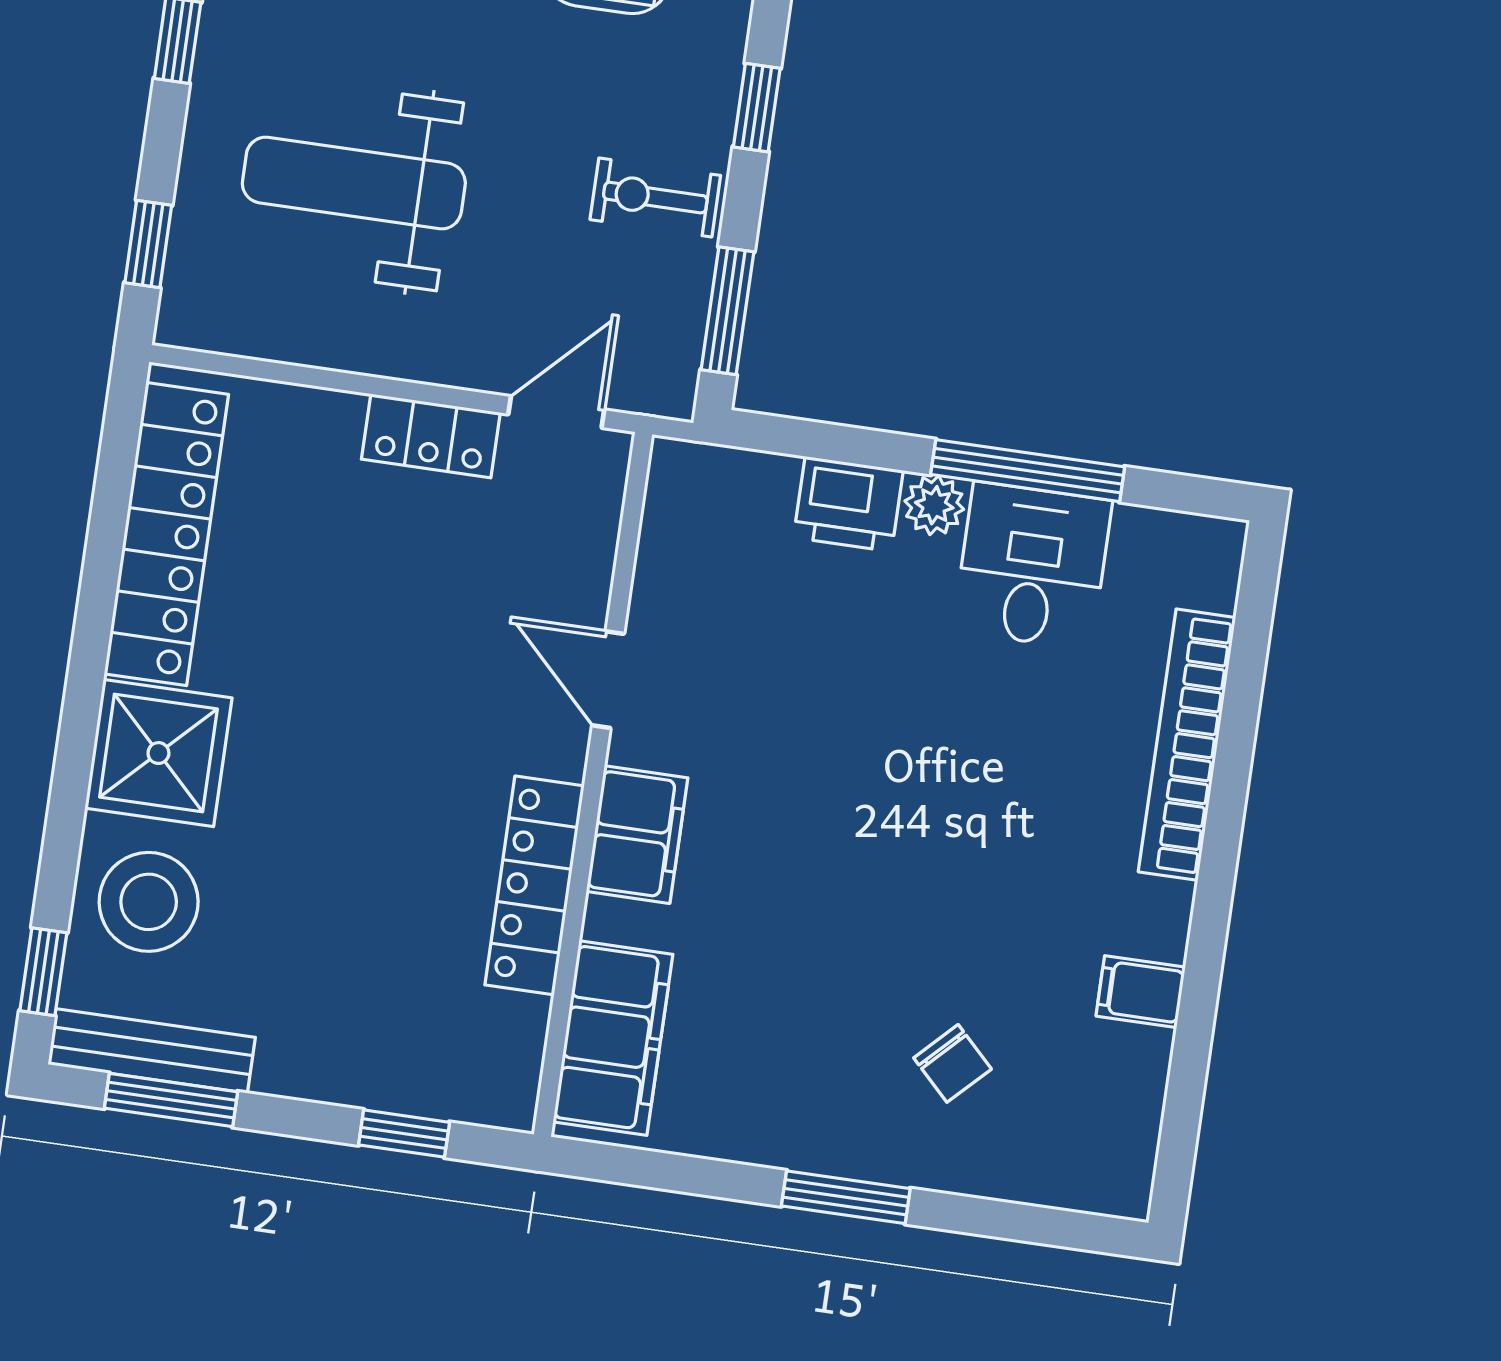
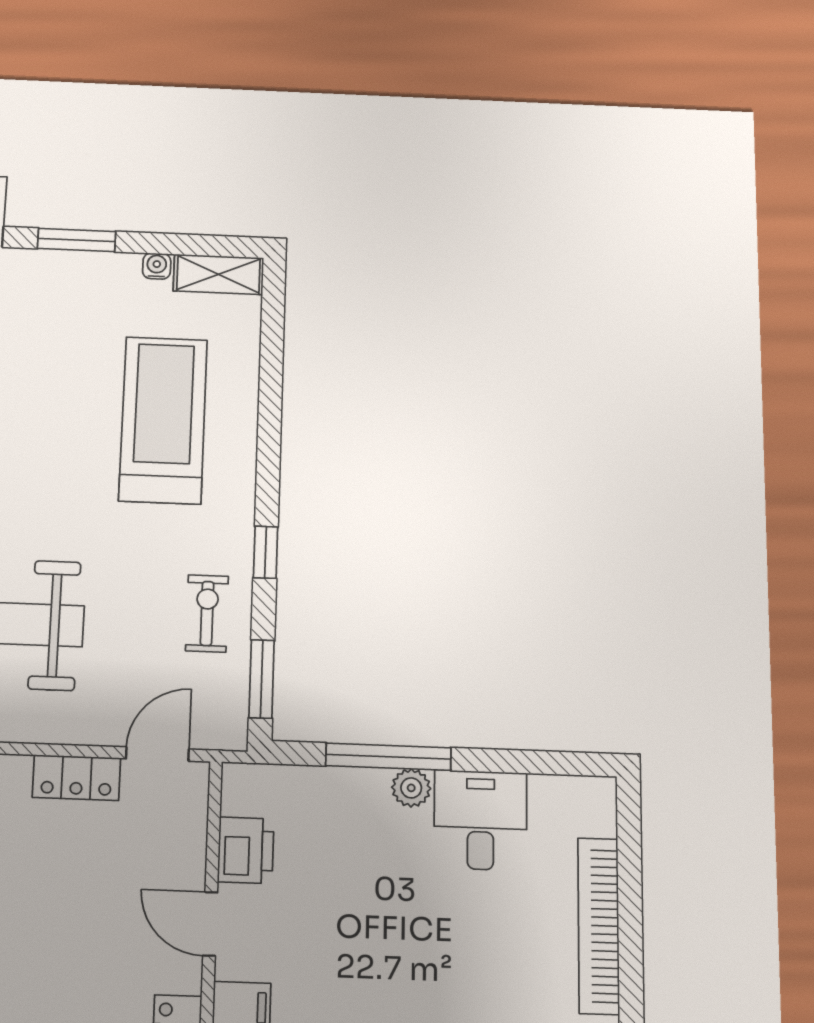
exercise bike: (655, 198) -> (207, 613), turned 90
window: (1028, 471) -> (388, 757), moved
printer: (848, 504) -> (246, 850), moved, turned -90

